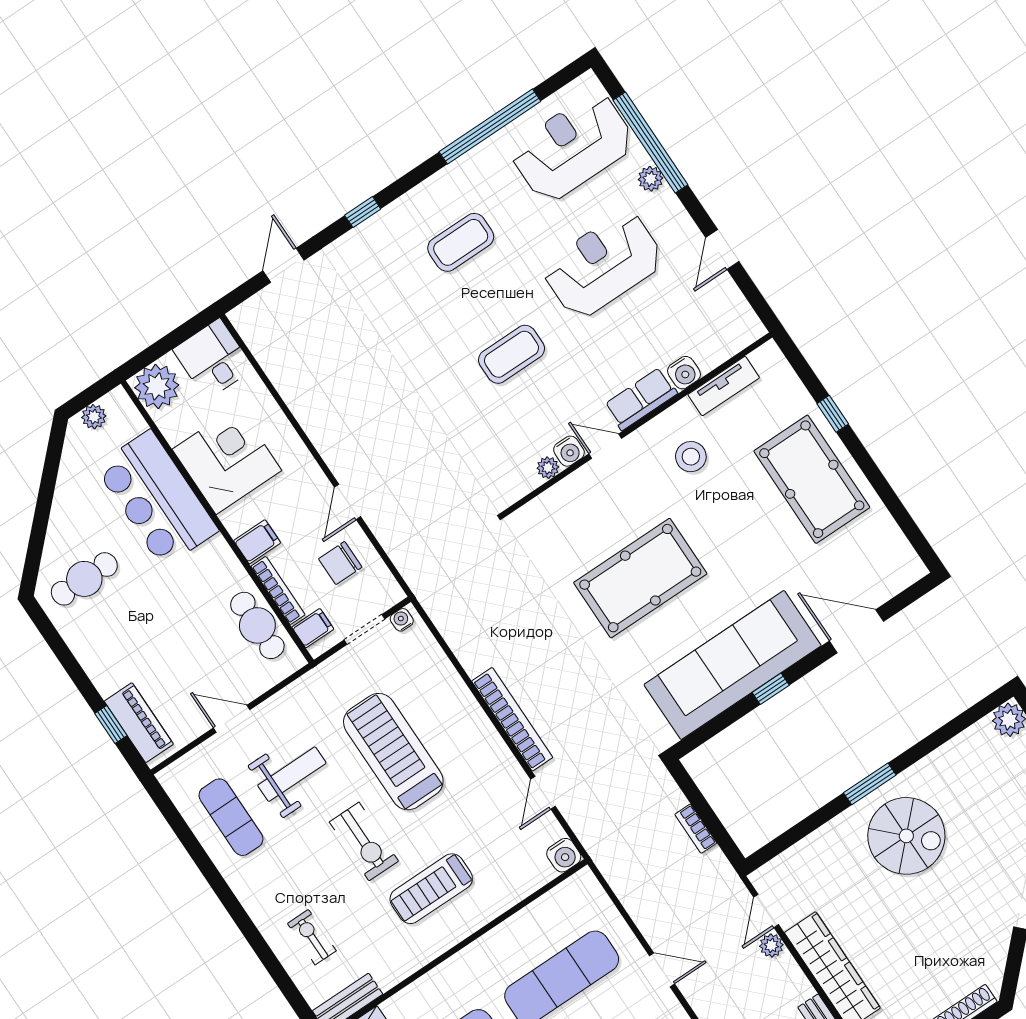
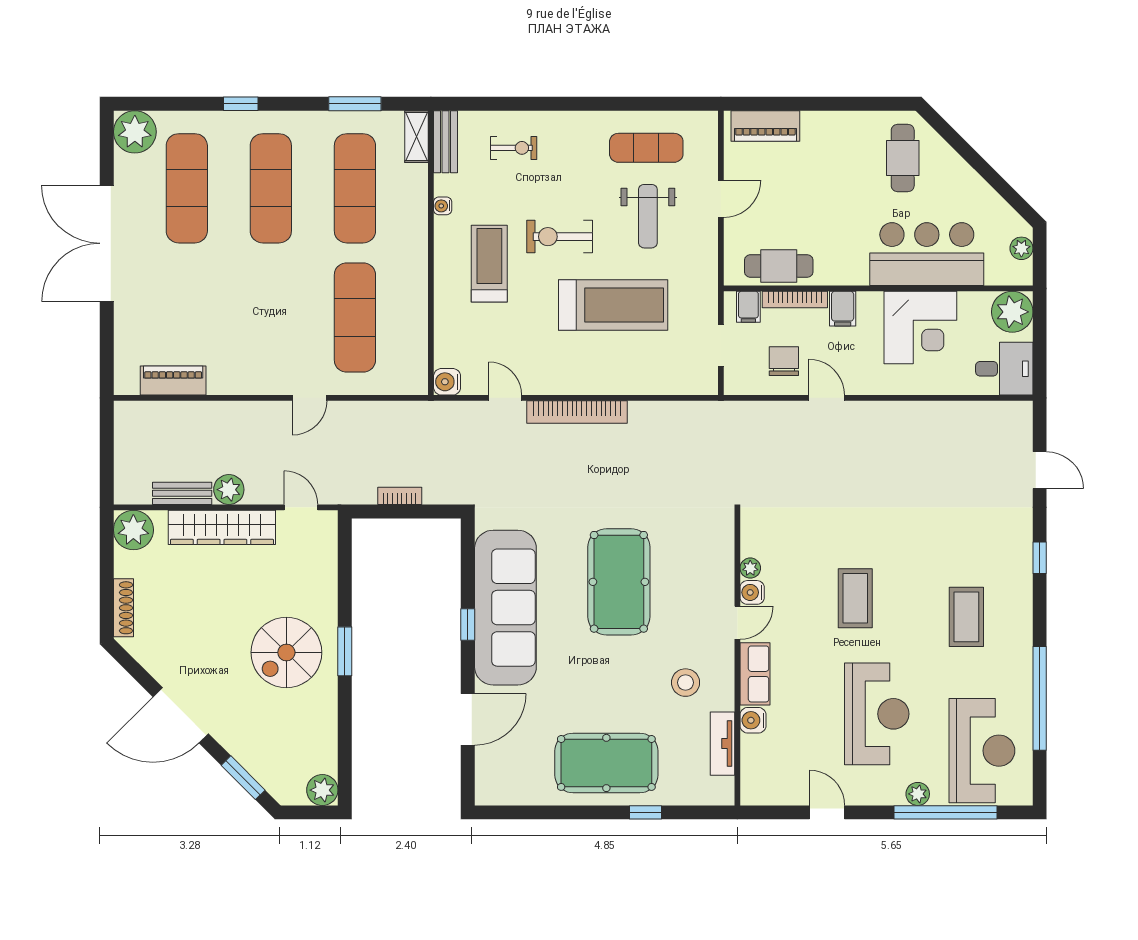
water cooler: (402, 620) -> (443, 206), moved, turned 180
window: (111, 724) -> (778, 104), removed
plant: (771, 945) -> (229, 490), moved, width x1.38, depth x1.38

